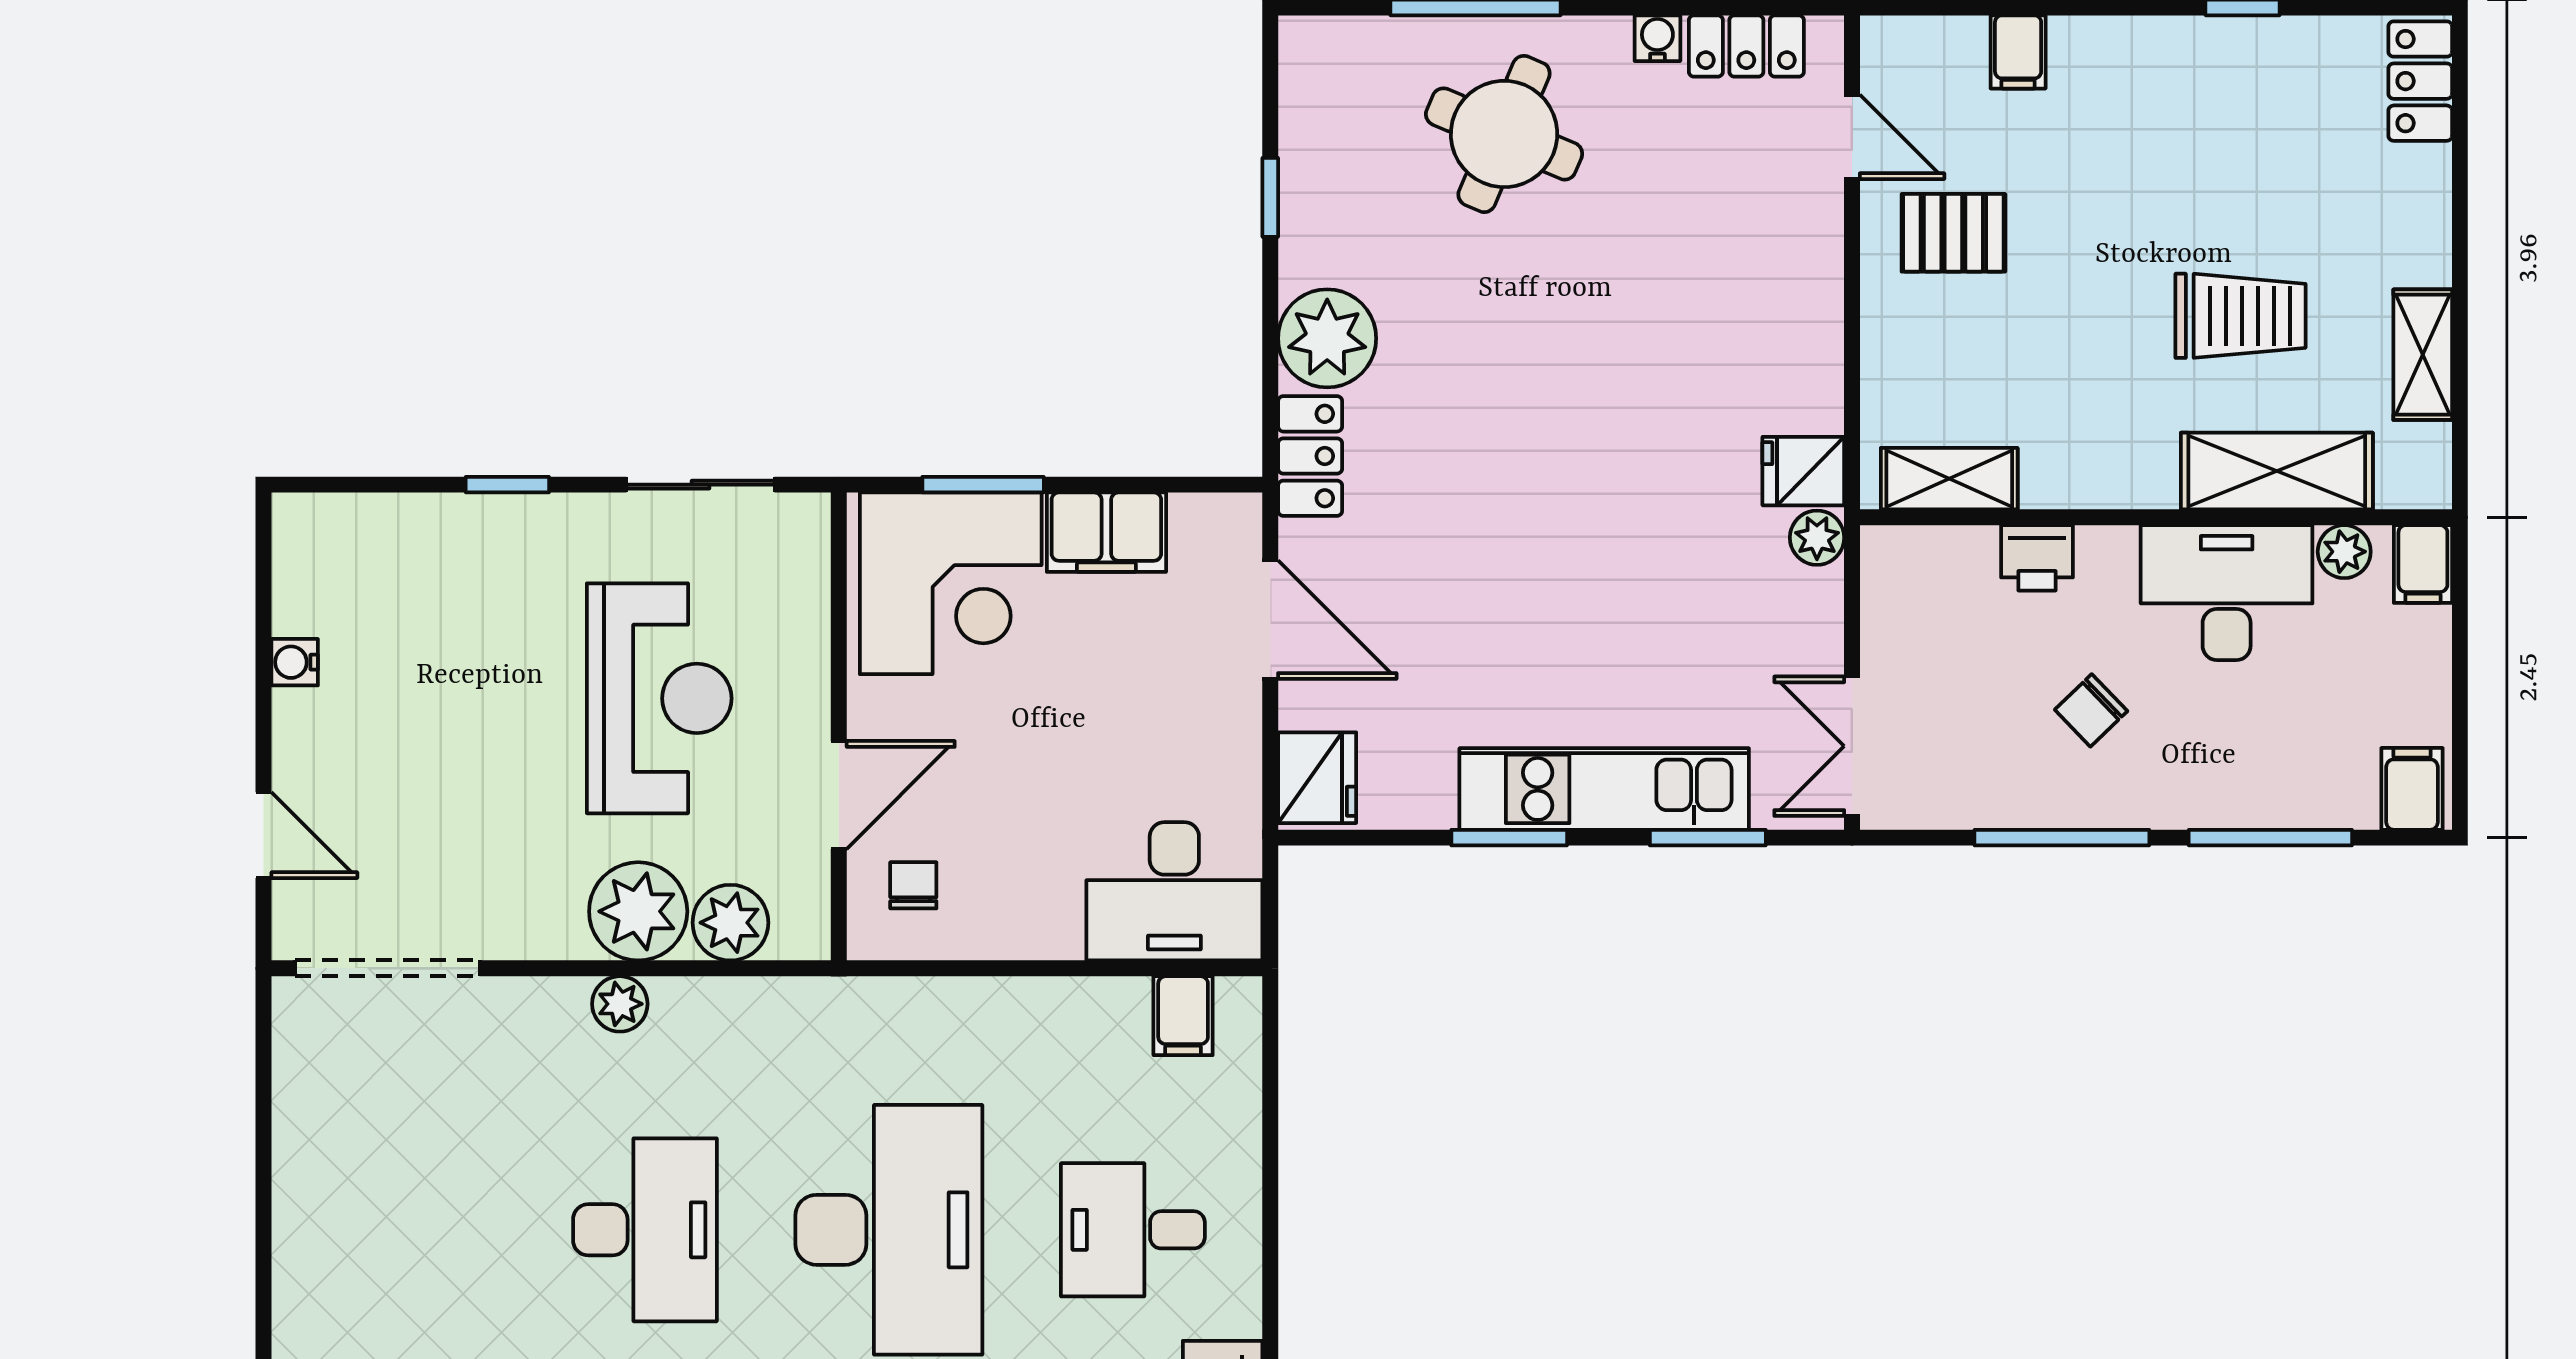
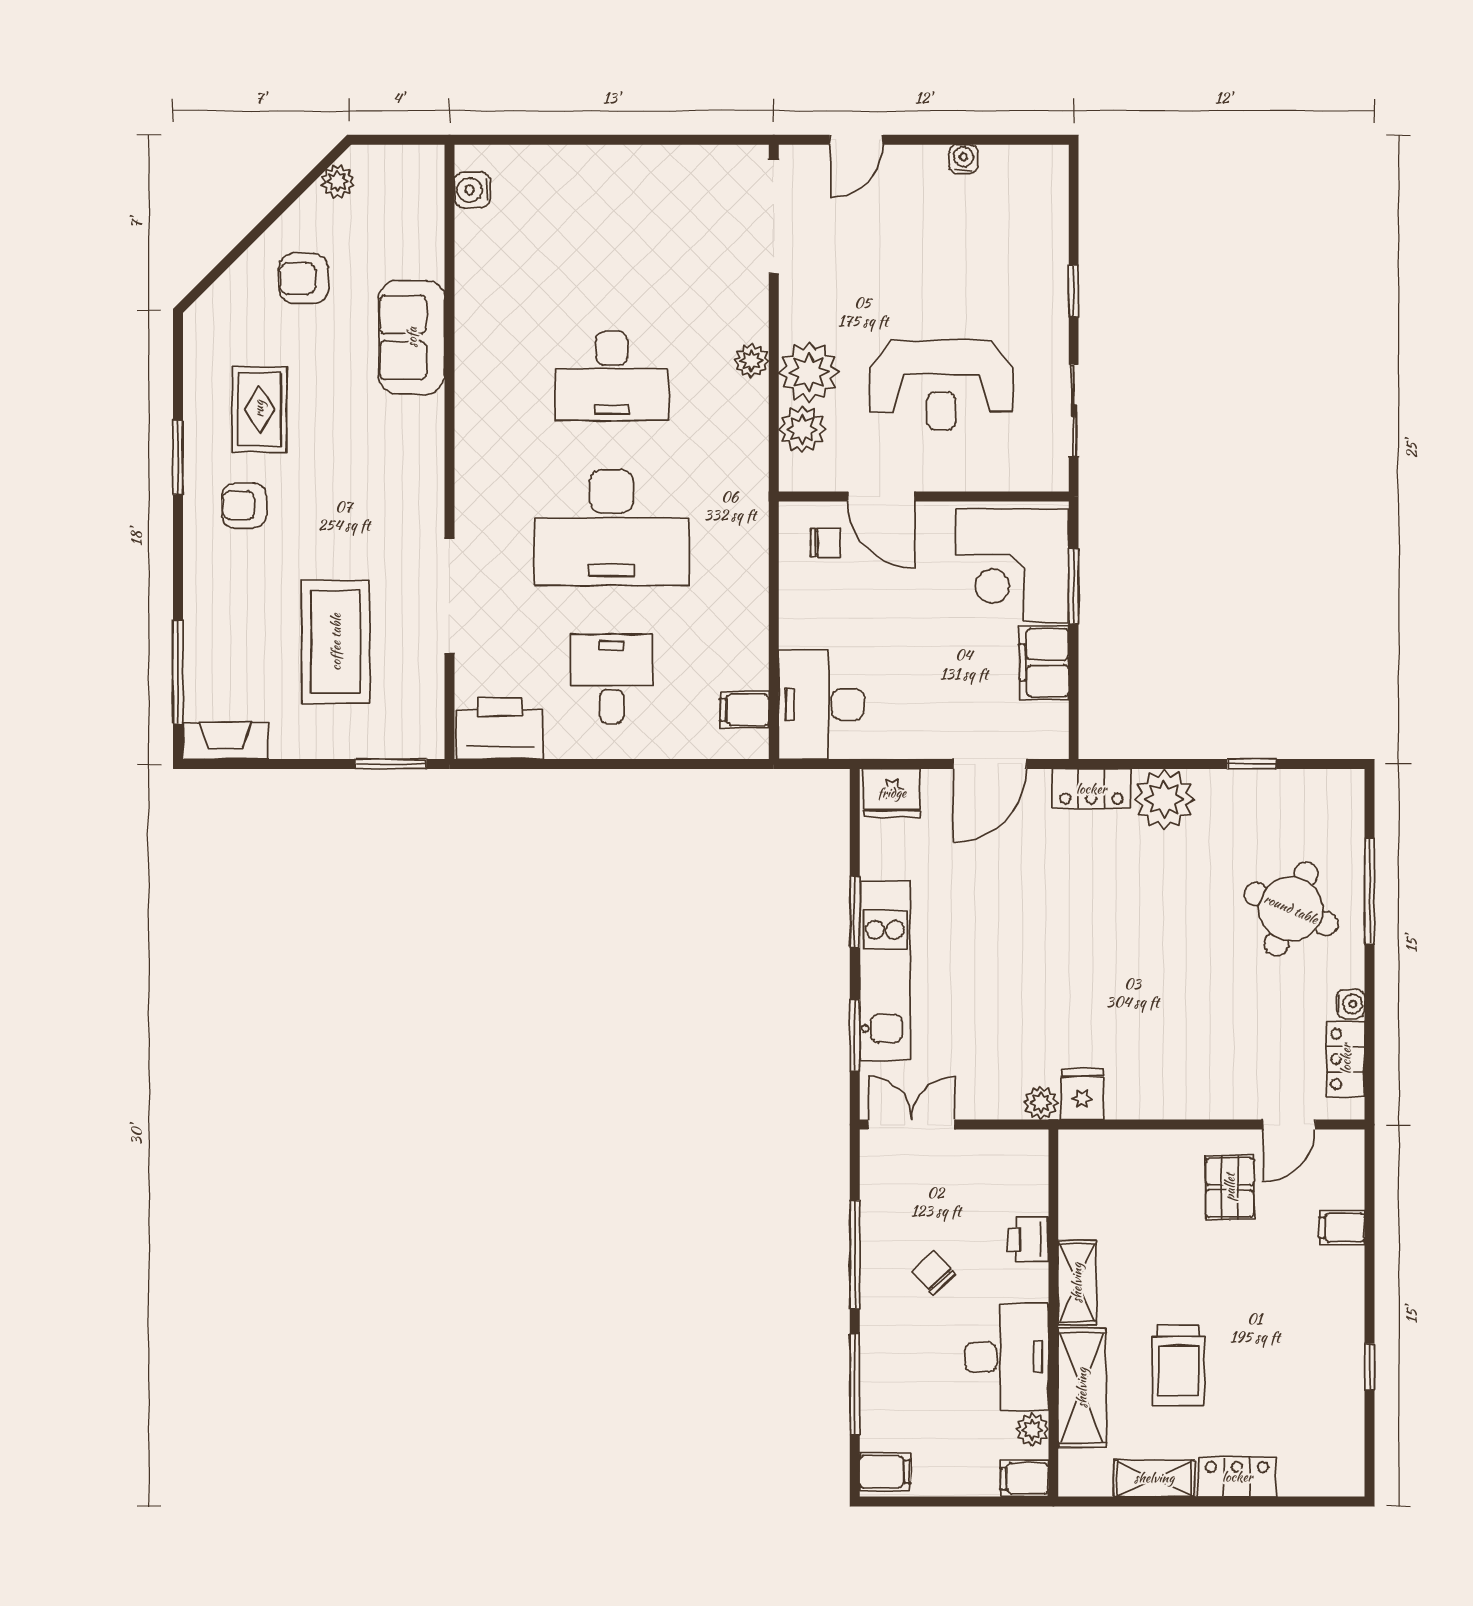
locker: (2420, 81) -> (1237, 1477), moved
shelving: (1949, 479) -> (1077, 1283), moved

